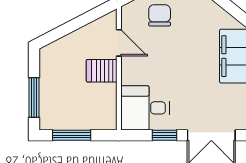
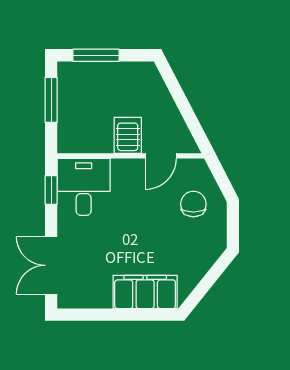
chair: (160, 15) -> (193, 204), turned -90
window: (165, 135) -> (51, 190), moved

